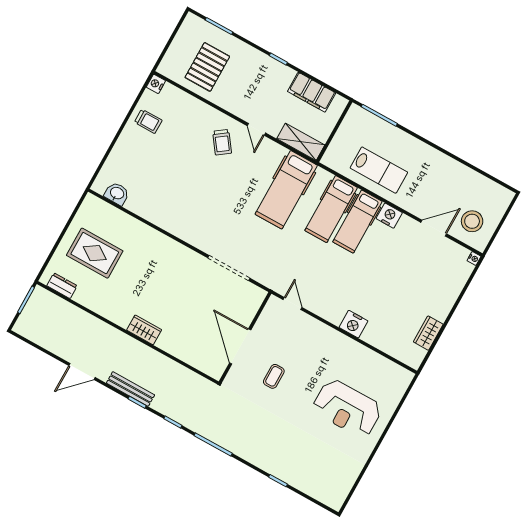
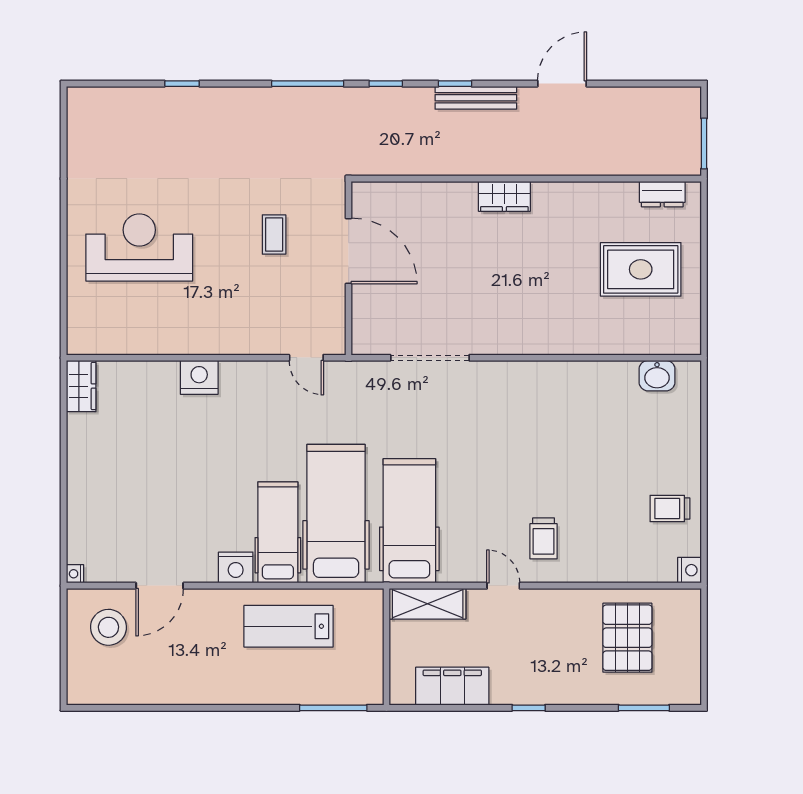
trolley: (222, 142) -> (544, 538), turned -144
hospital bed: (331, 209) -> (336, 514), width x1.37, depth x1.29
wardrobe: (428, 333) -> (81, 386), moved

